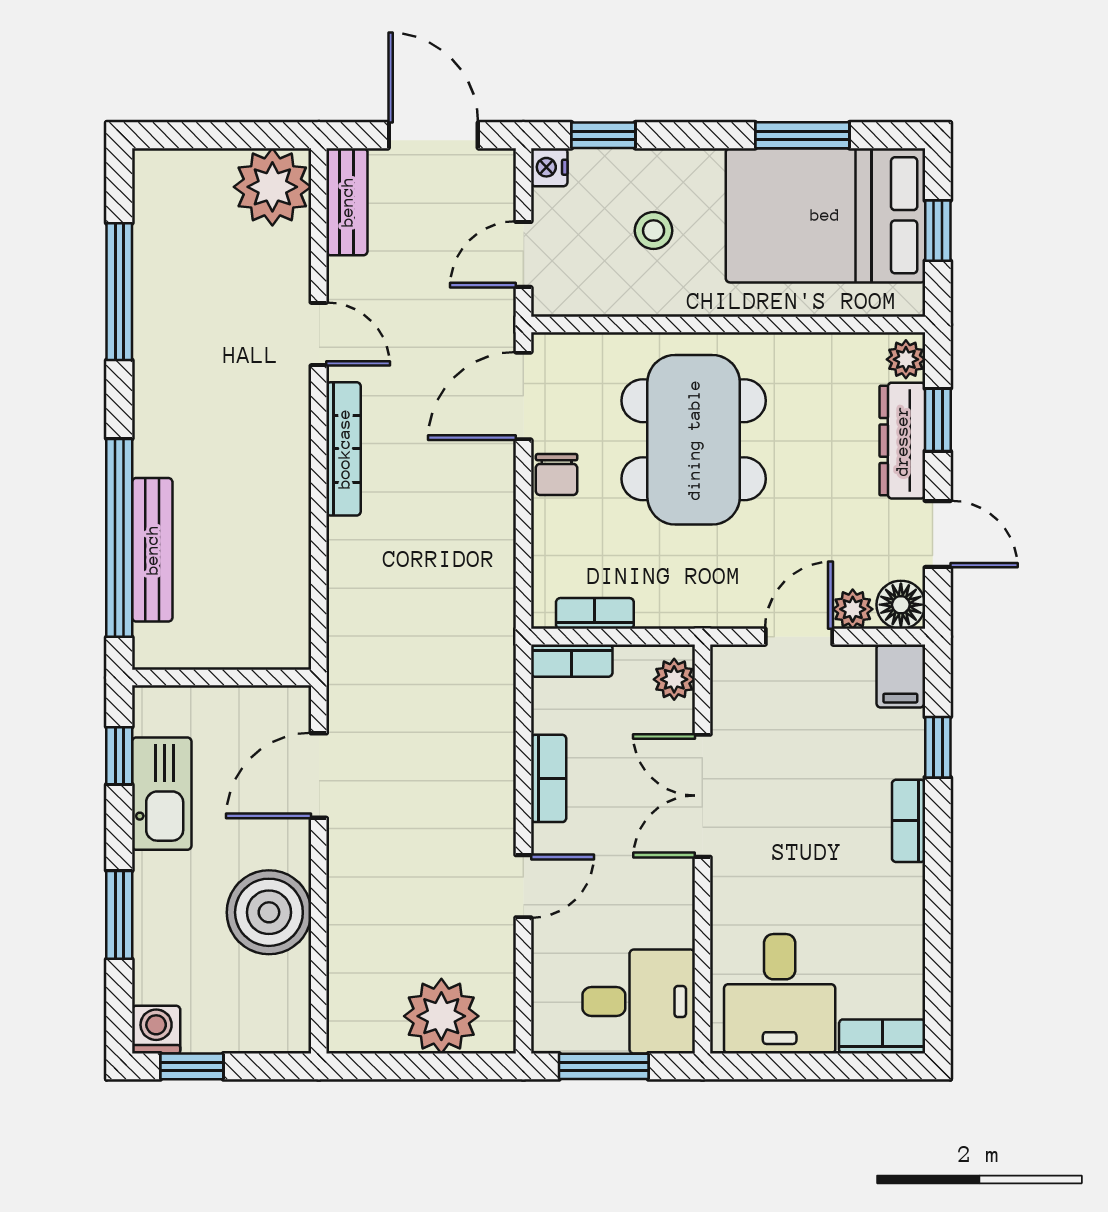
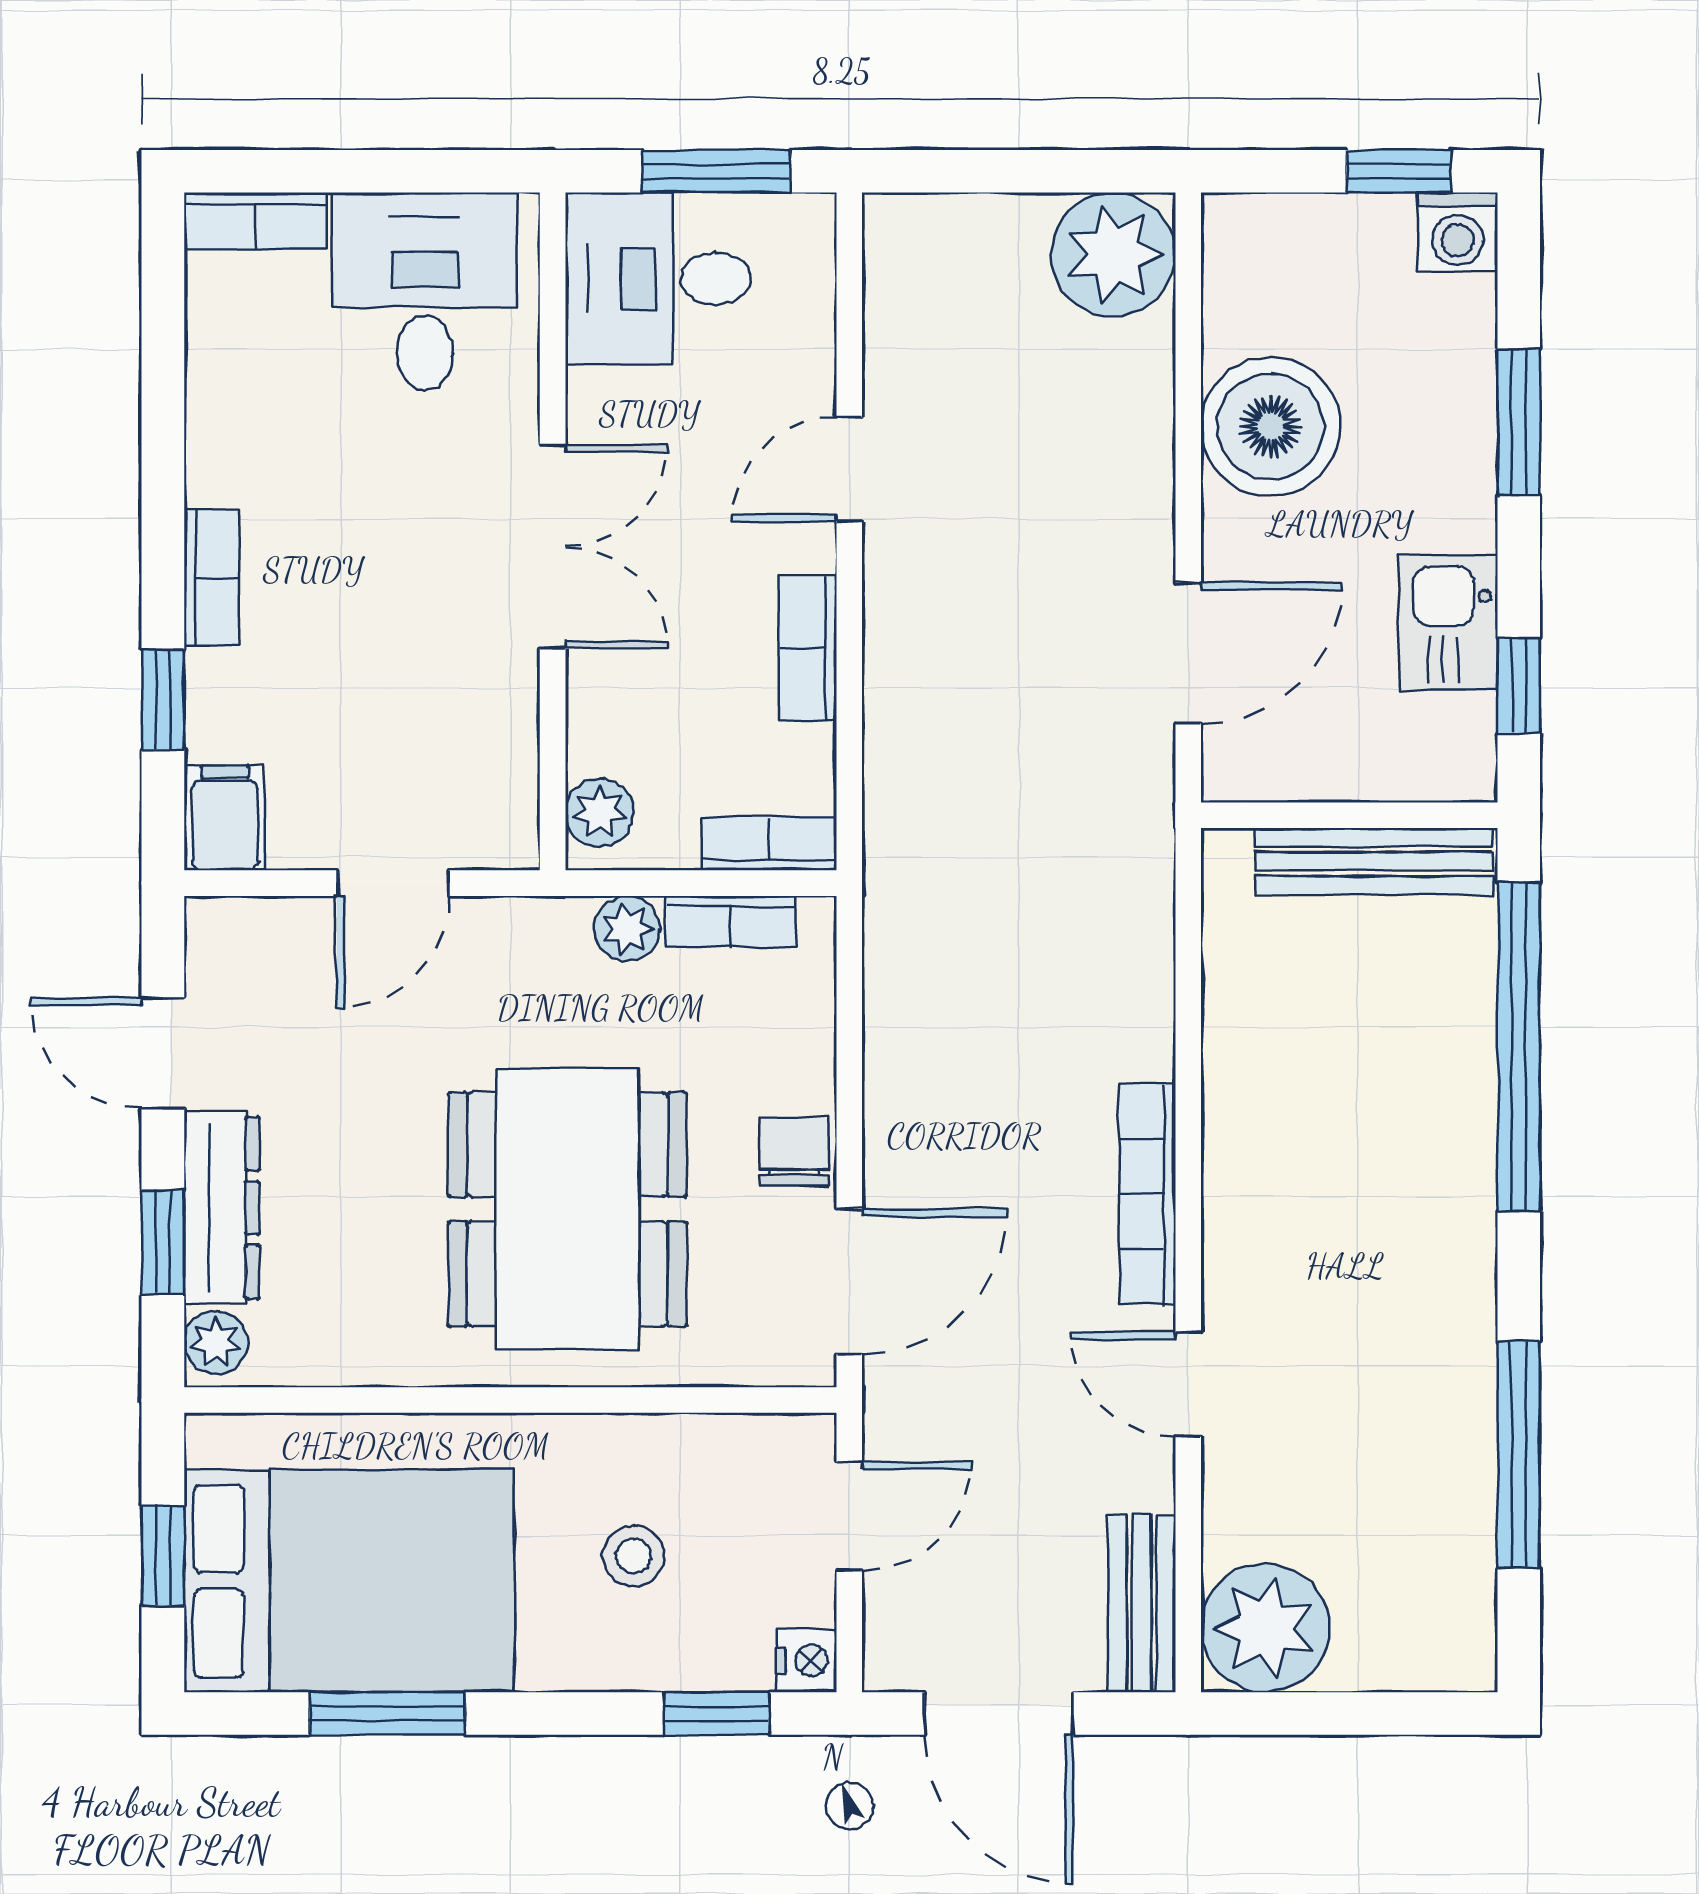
bench: (152, 550) -> (1374, 861), moved, turned 90
floor lamp: (901, 605) -> (224, 936), removed
plant: (853, 609) -> (627, 928), moved
kitchen sink: (162, 794) -> (1448, 623), width x0.73
double door: (702, 796) -> (553, 547), moved
plant: (441, 1016) -> (1113, 254), moved

